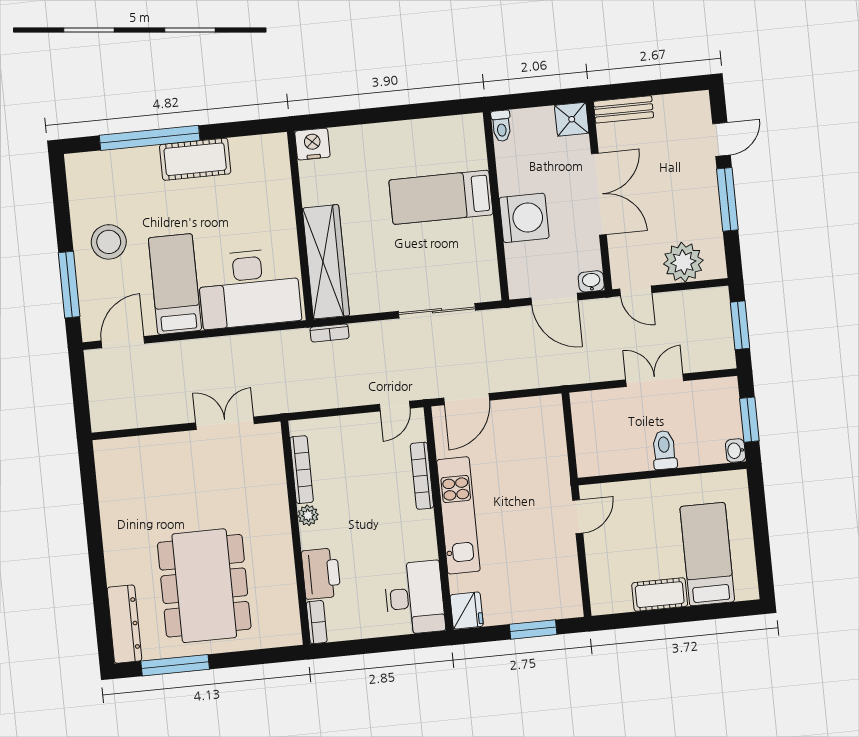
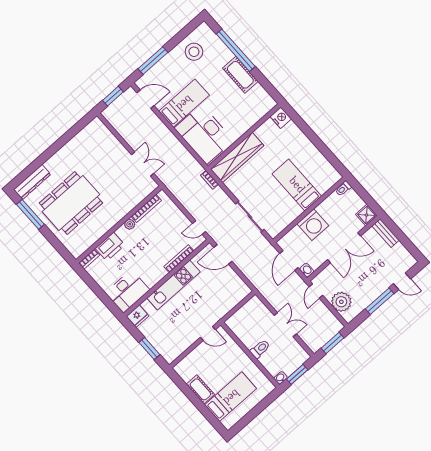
stool: (109, 242) -> (194, 52), moved
window: (80, 391) -> (113, 96), added

